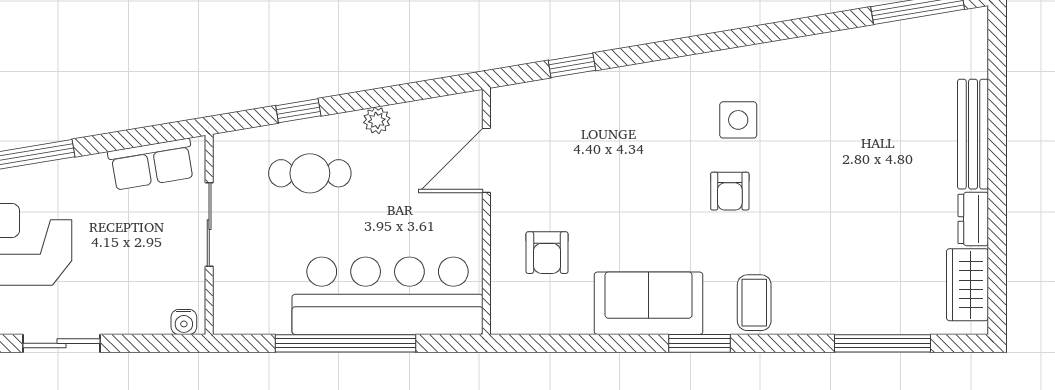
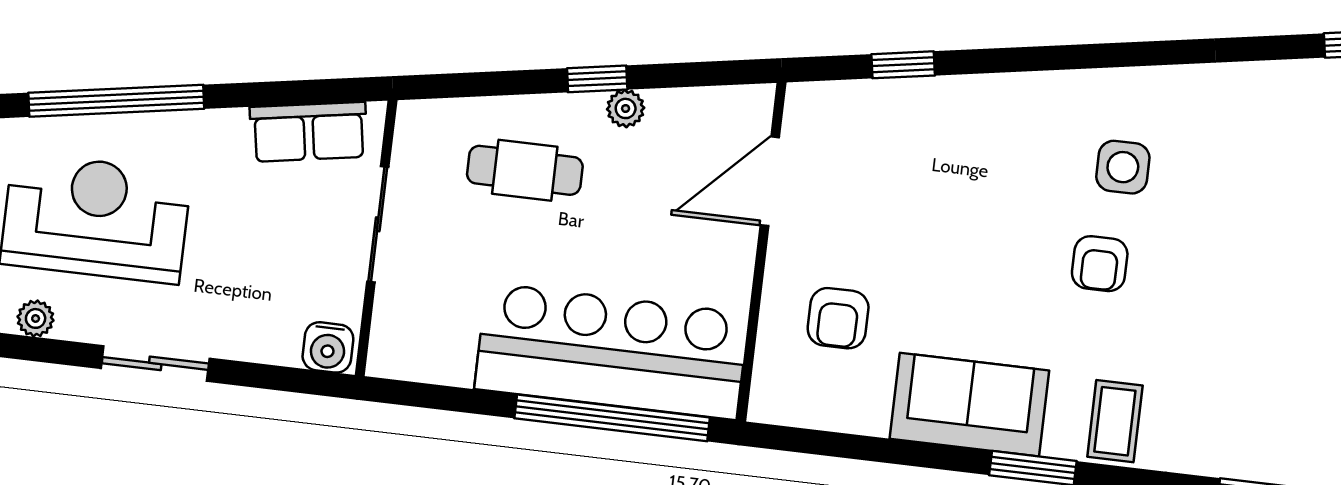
window: (298, 111) -> (597, 79), moved
water cooler: (184, 322) -> (328, 347), width x1.38, depth x1.38
window: (346, 343) -> (612, 418), moved

